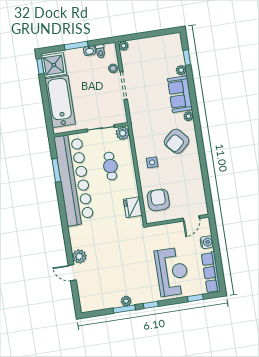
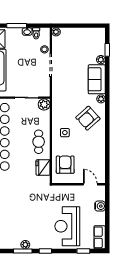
cafe table: (110, 166) -> (39, 142), moved
door: (191, 218) -> (90, 184), swing flipped
reception desk: (172, 272) -> (67, 226), turned 180
row of seats: (211, 272) -> (100, 237), width x0.68

